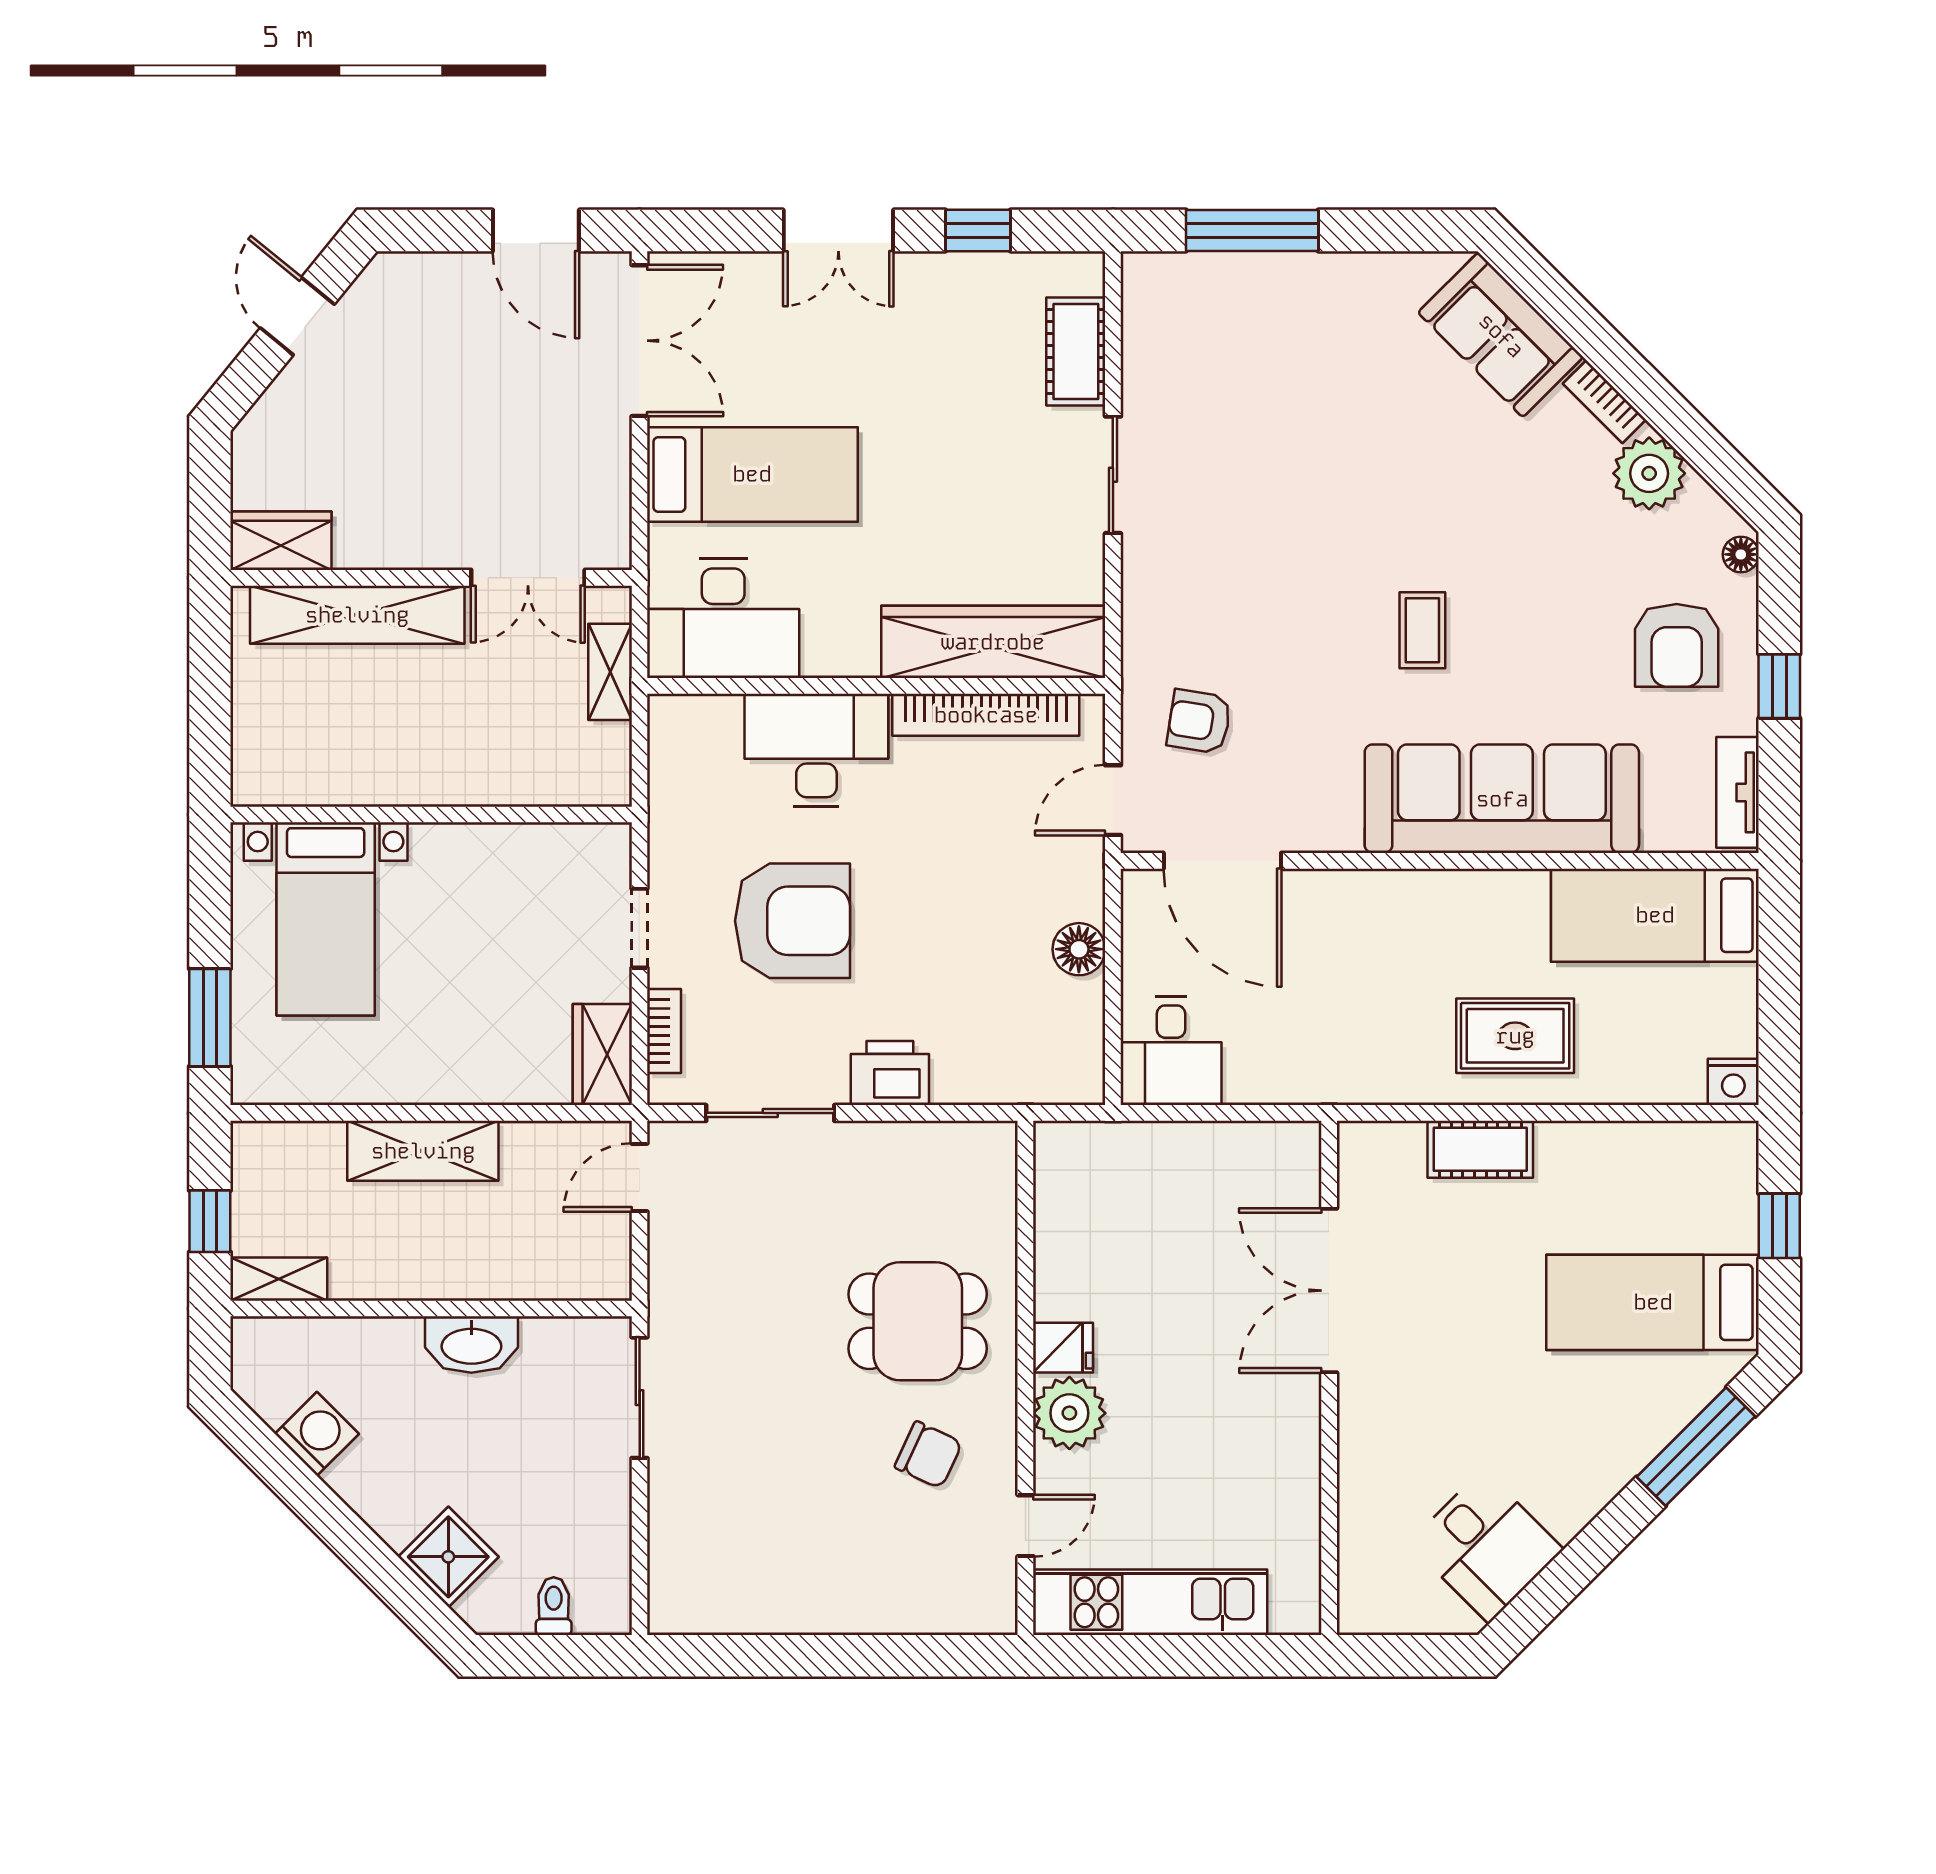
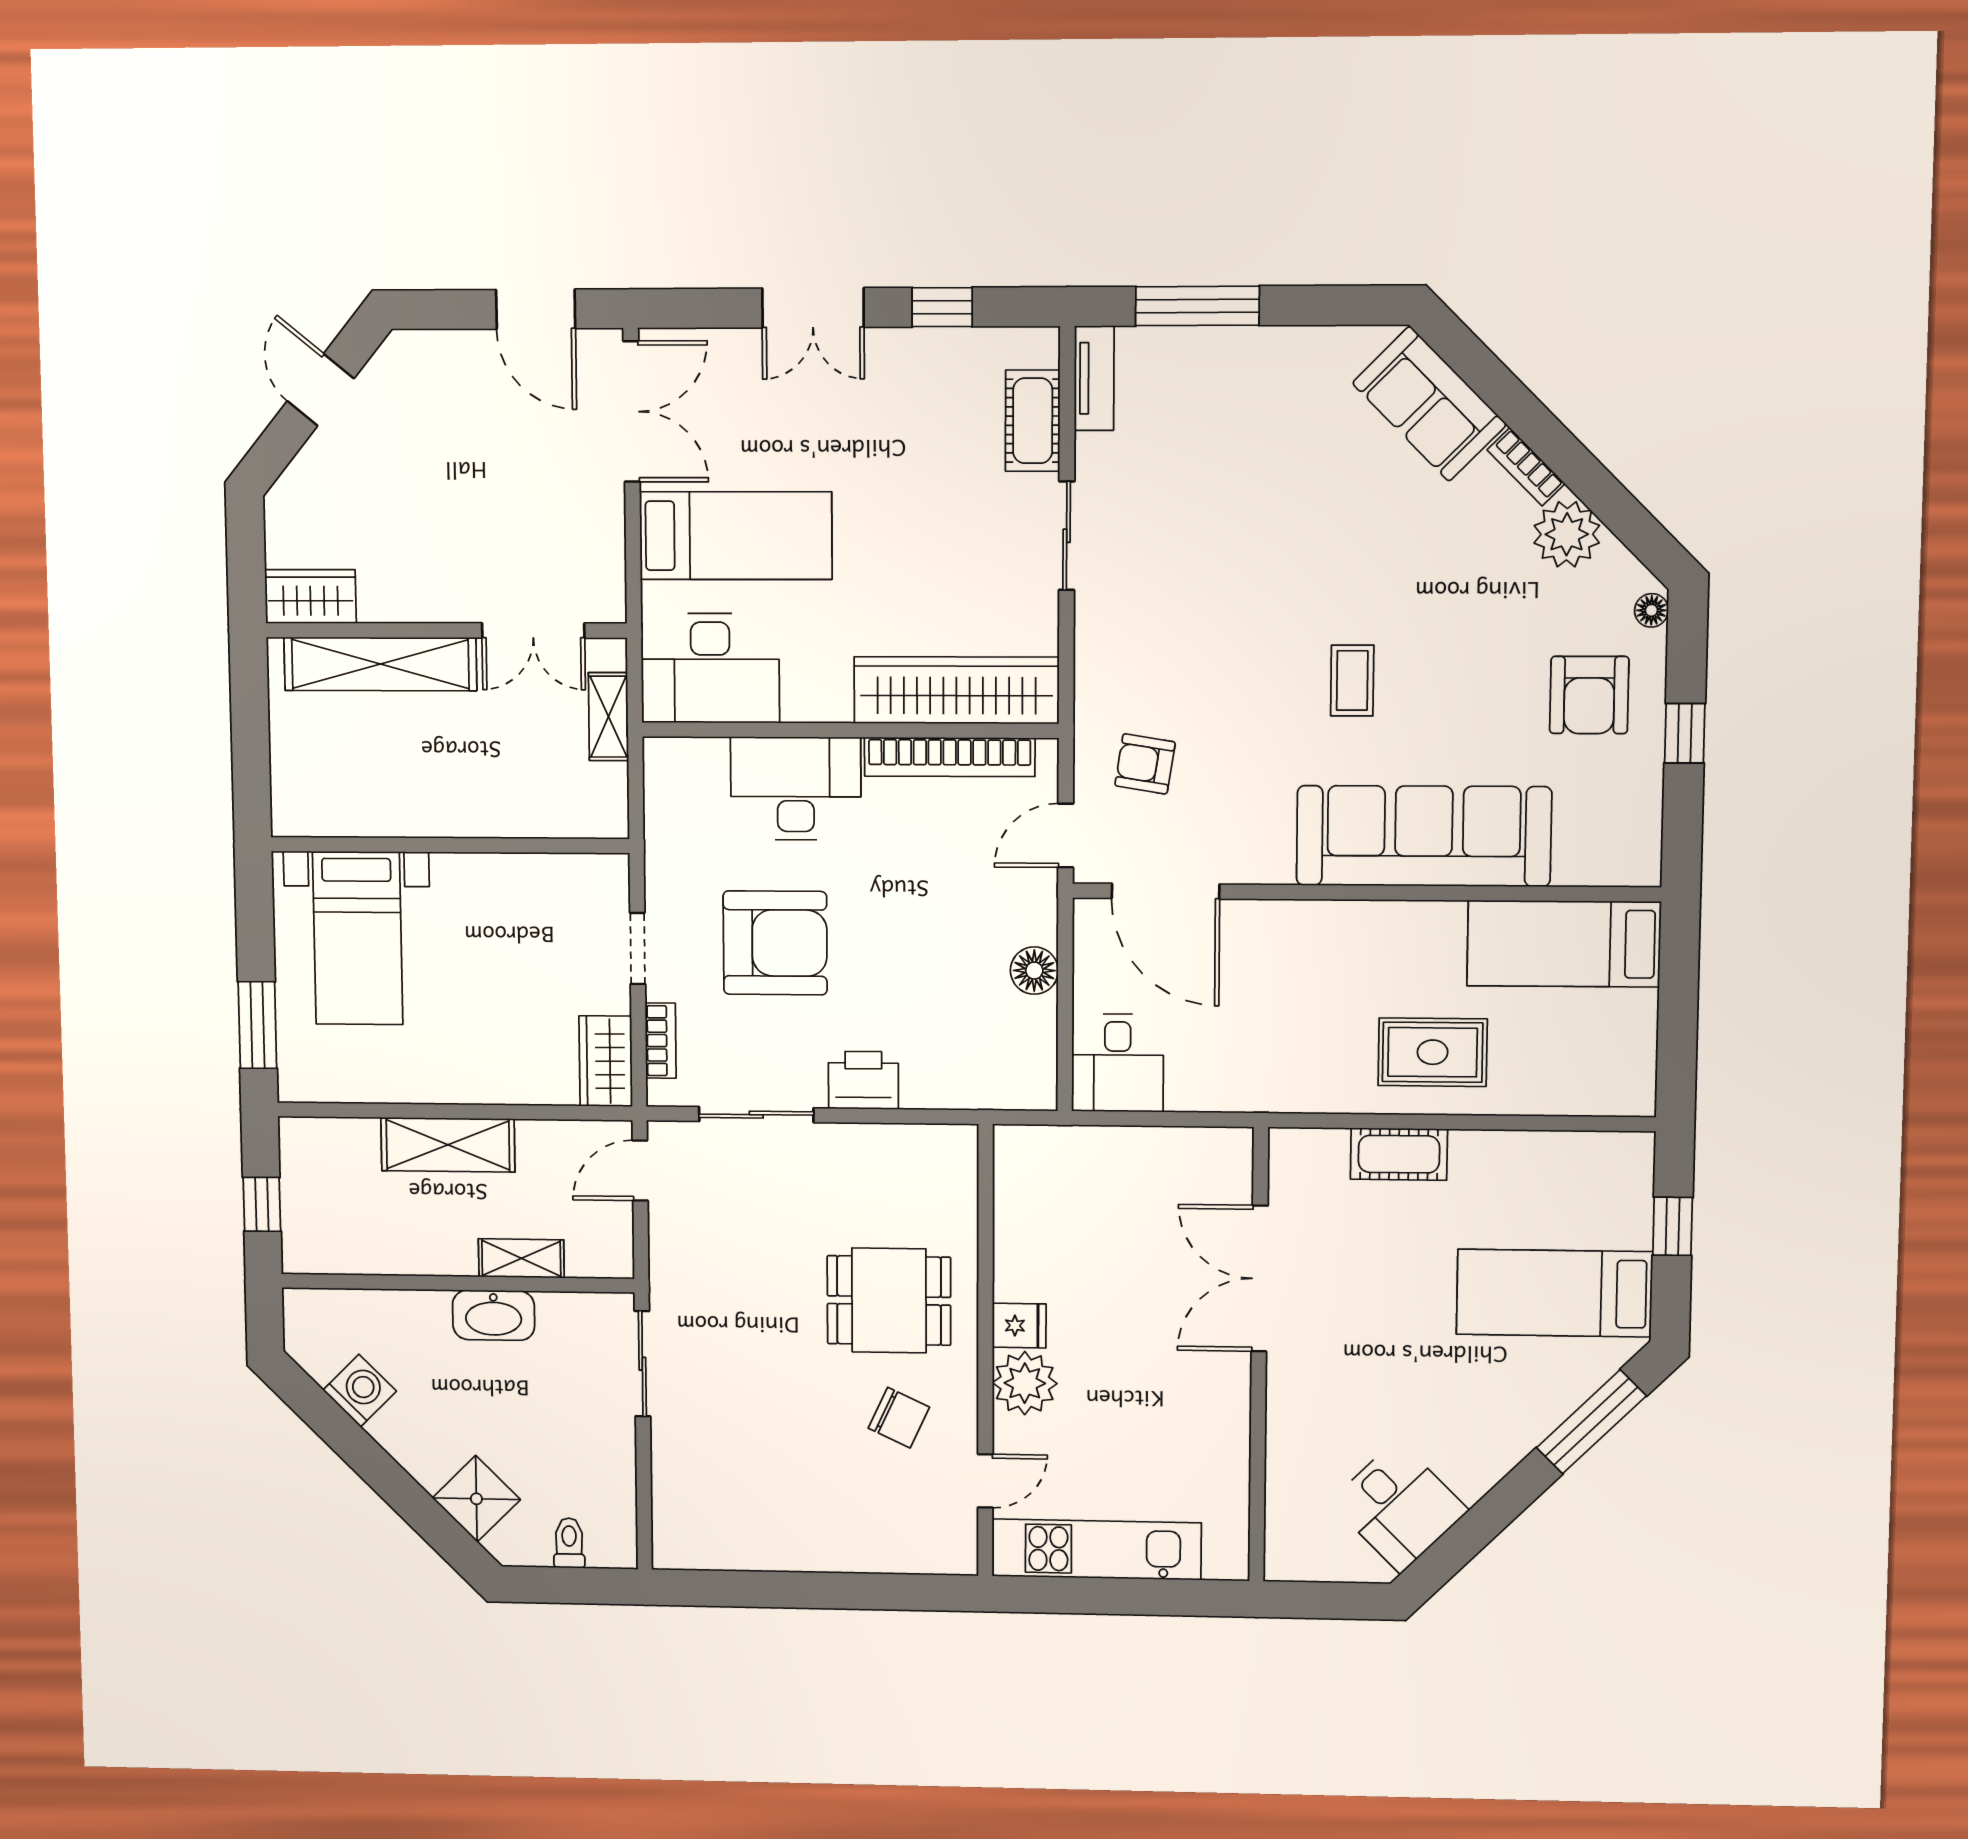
tv unit: (1738, 792) -> (1094, 378), moved, turned 180
nightstand: (1733, 1082) -> (1633, 1096), removed
shelving: (279, 1279) -> (521, 1258), moved

